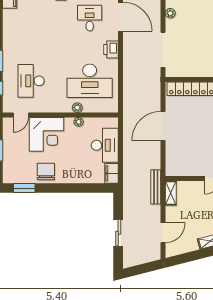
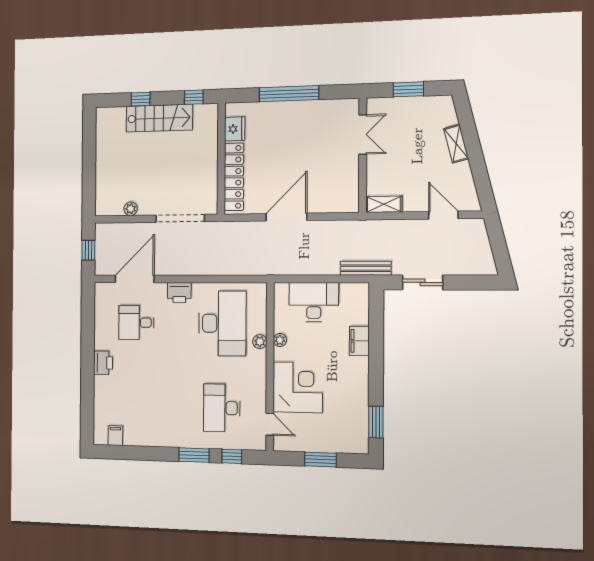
desk: (31, 81) -> (222, 408), turned 90
door: (163, 126) -> (286, 217), swing flipped
chair: (46, 172) -> (352, 389), removed
filing cabinet: (111, 173) -> (359, 341), moved, turned 90
bench: (156, 187) -> (366, 268), moved
sliding door: (118, 233) -> (422, 282), moved

